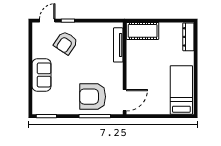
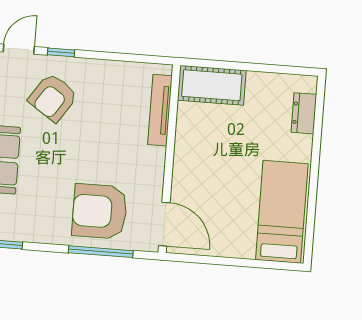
dresser: (188, 37) -> (304, 113), width x0.70
door: (125, 100) -> (164, 224), hinge flipped

